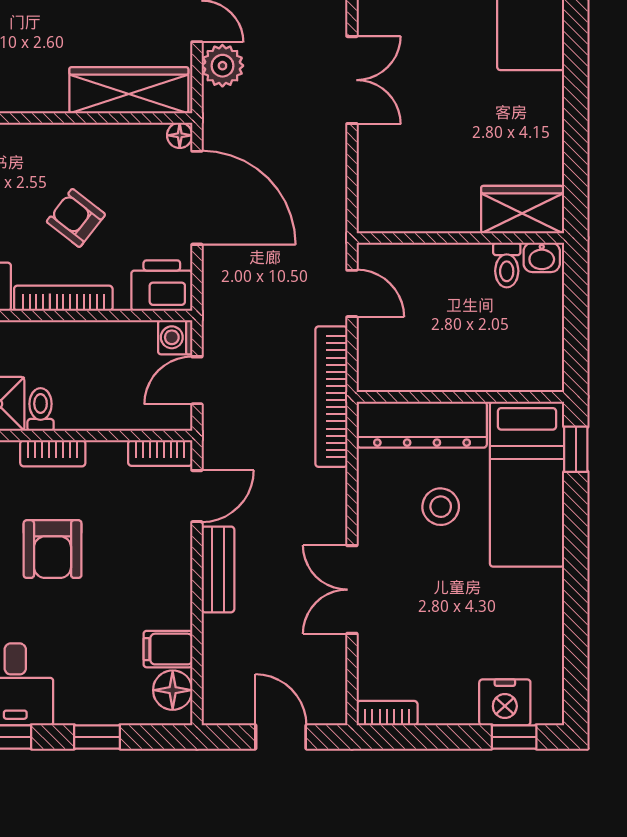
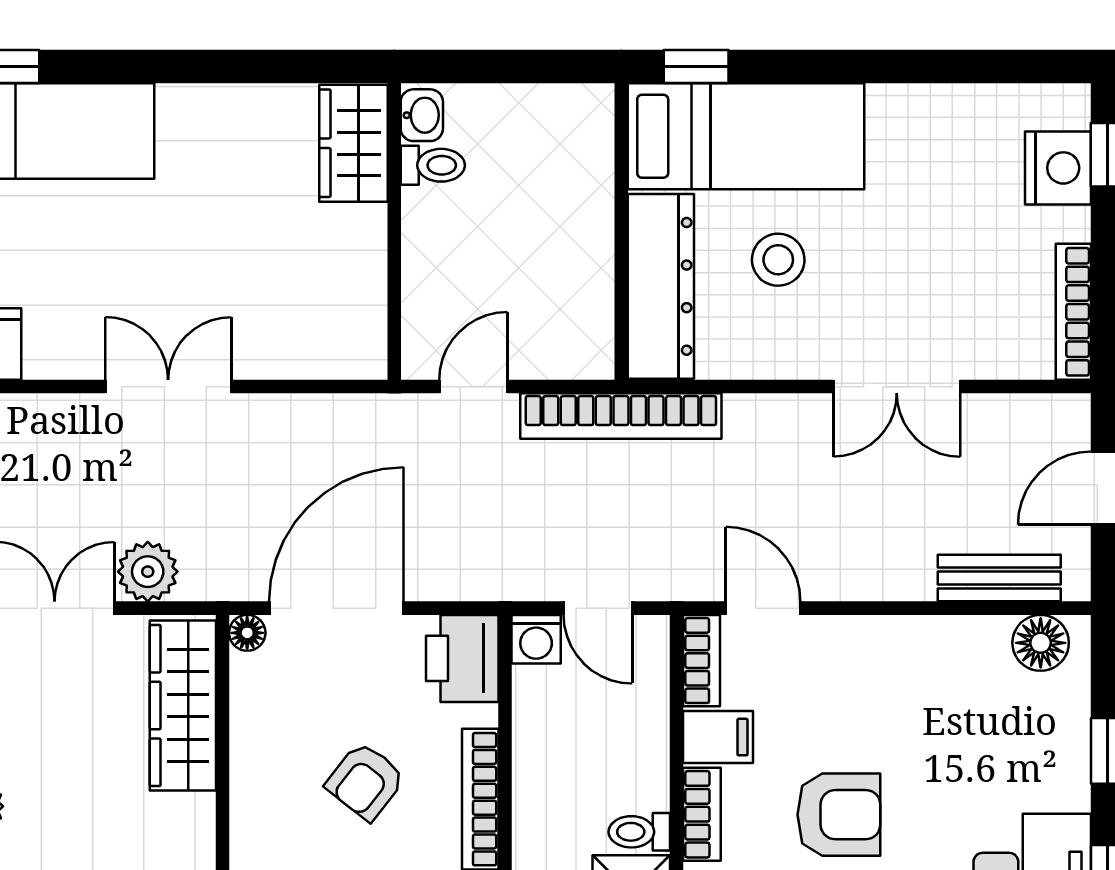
bench: (218, 569) -> (999, 578), moved
filing cabinet: (168, 649) -> (718, 737), moved, turned -90
bookcase: (387, 713) -> (1073, 312), width x1.56

